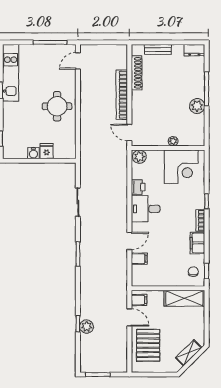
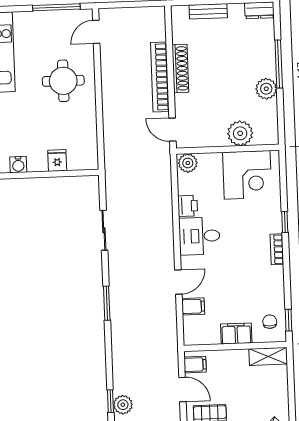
shoe rack: (137, 73) -> (180, 68), moved
round table: (57, 106) -> (63, 81), moved
plant: (173, 141) -> (240, 133), width x1.87, depth x1.87
water cooler: (33, 153) -> (18, 165), moved
filing cabinet: (197, 243) -> (236, 334), moved, turned 90
shelving: (184, 298) -> (268, 356), width x0.67, depth x0.75

